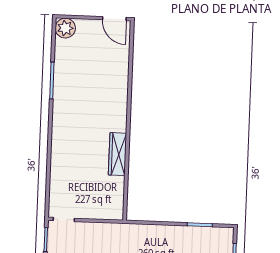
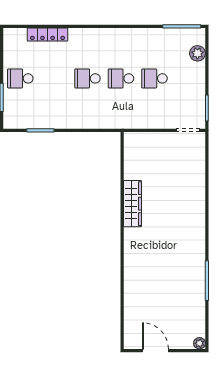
door: (114, 19) -> (155, 351), moved
plant: (65, 28) -> (199, 343), width x0.53, depth x0.53

